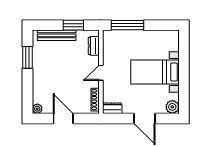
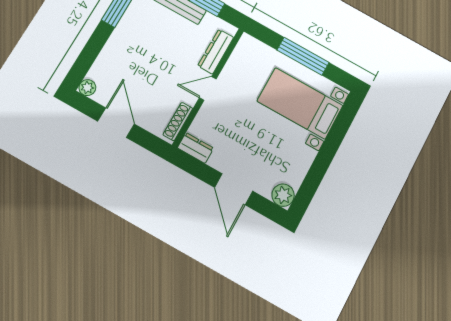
window: (127, 25) -> (303, 56), moved
dresser: (94, 46) -> (216, 52), width x1.44
bed with nightstands: (155, 72) -> (300, 103), moved

